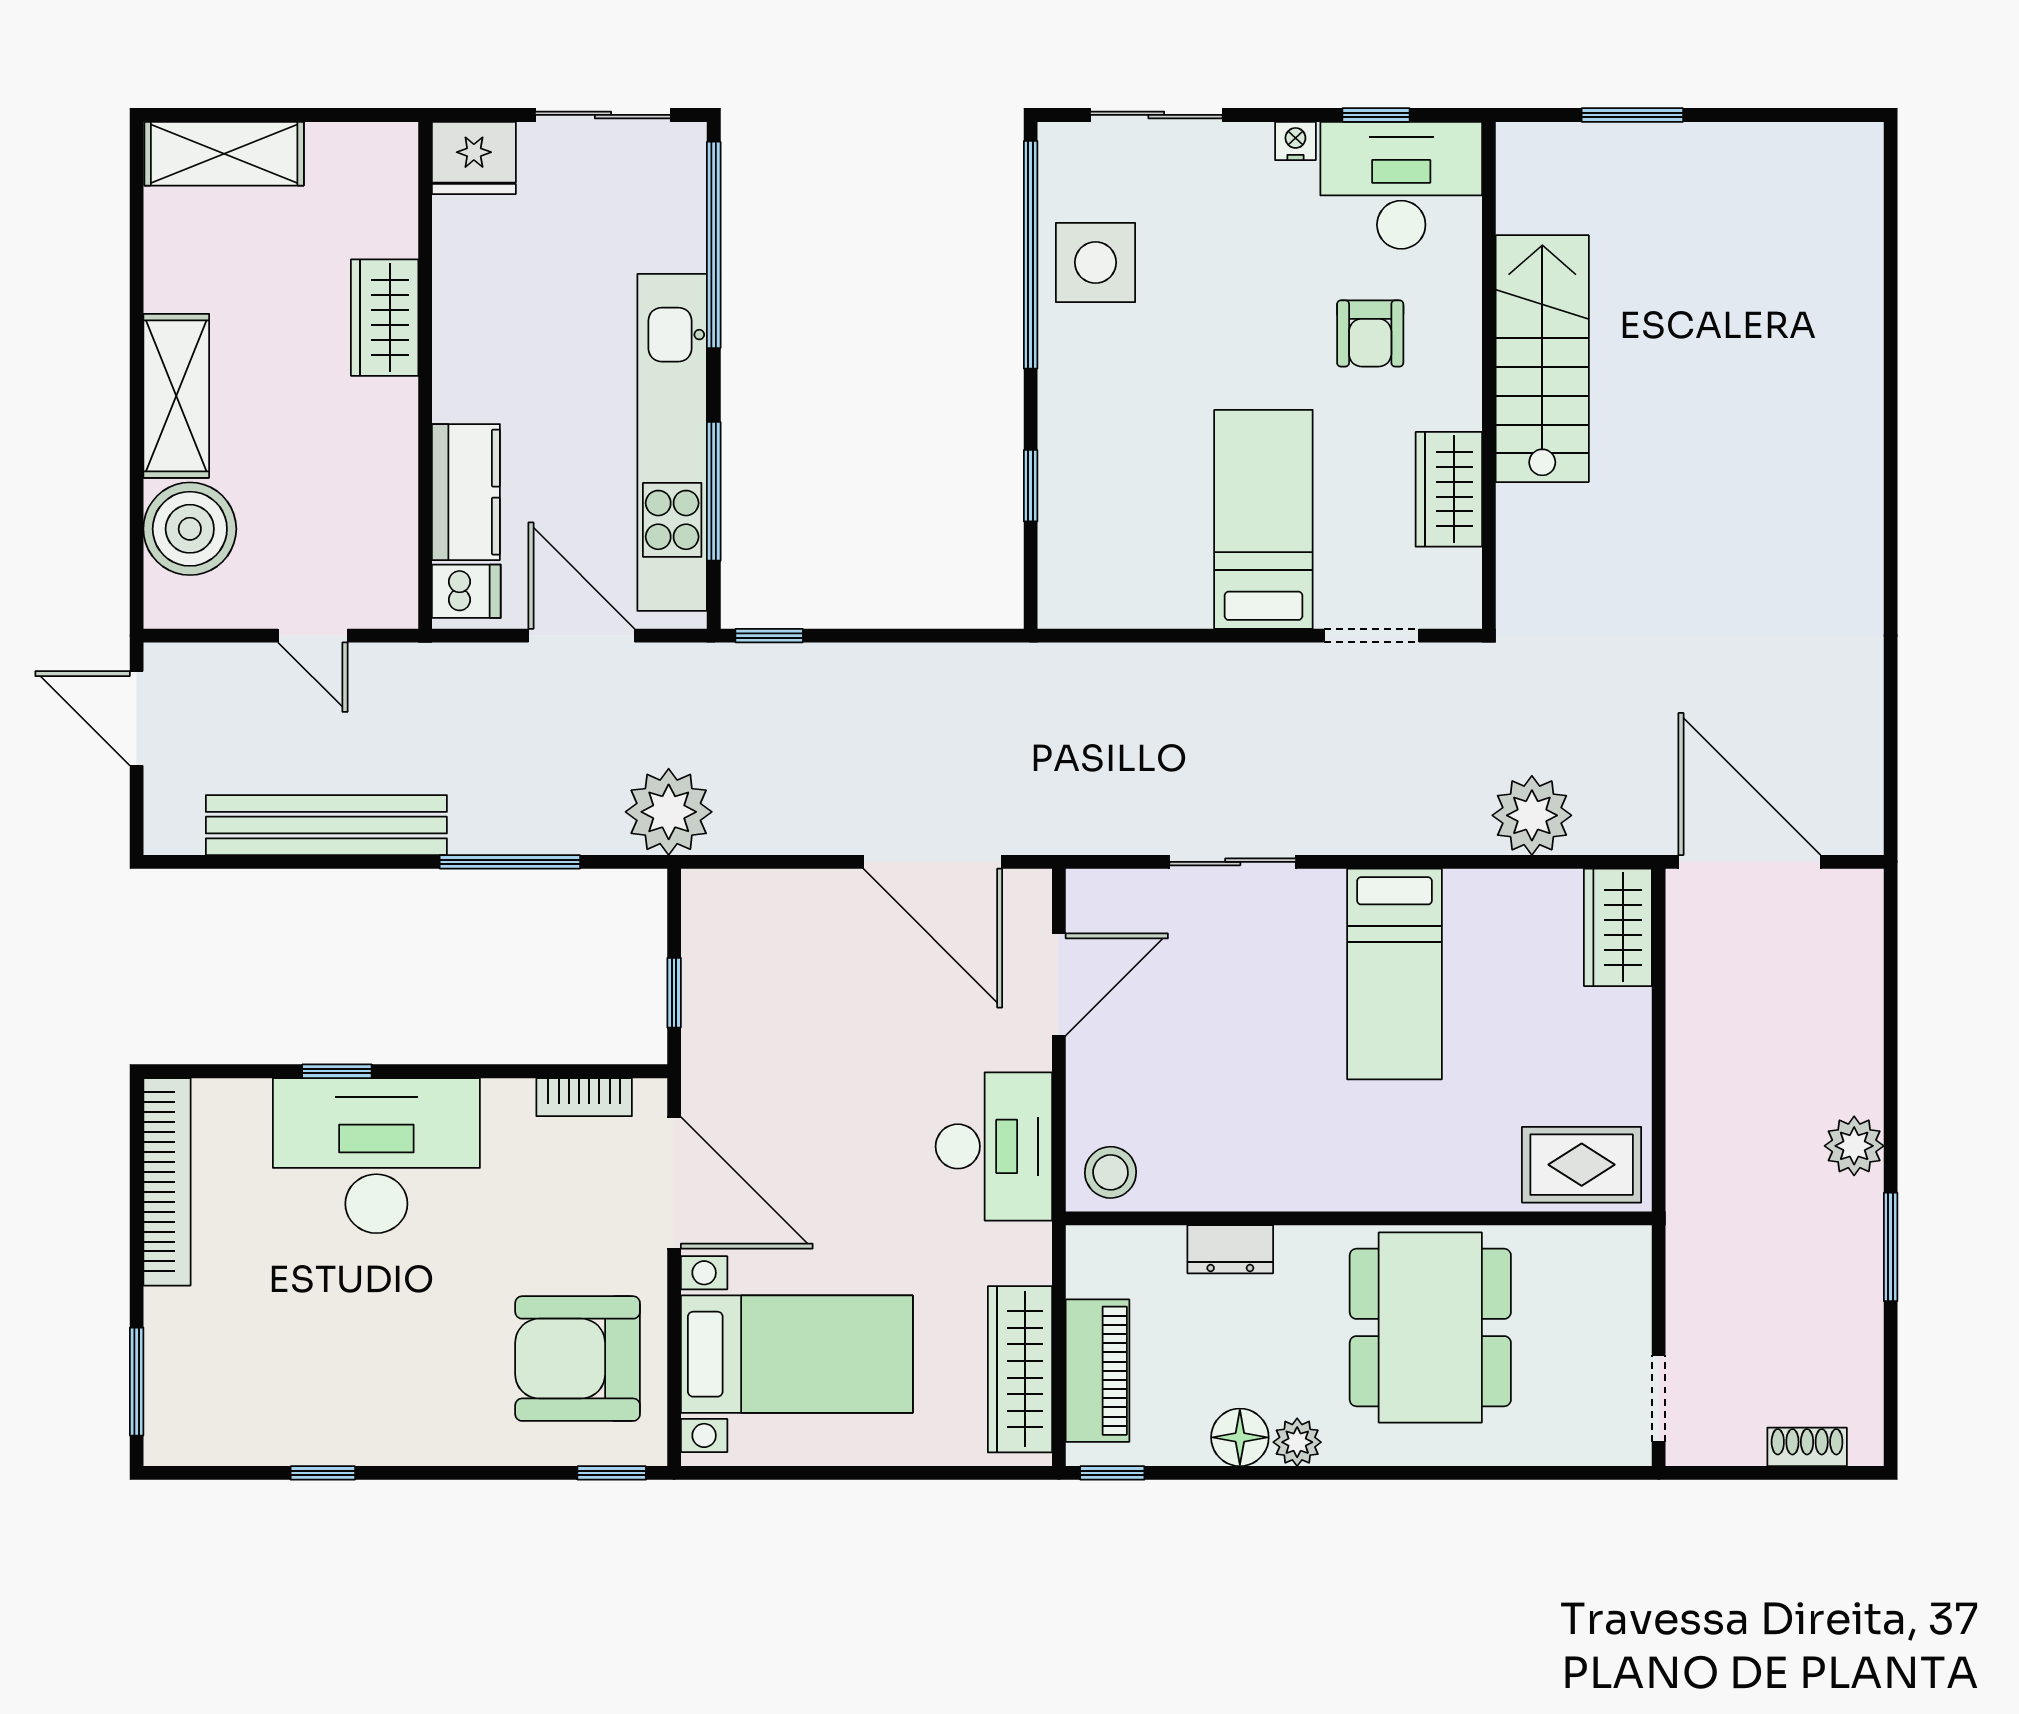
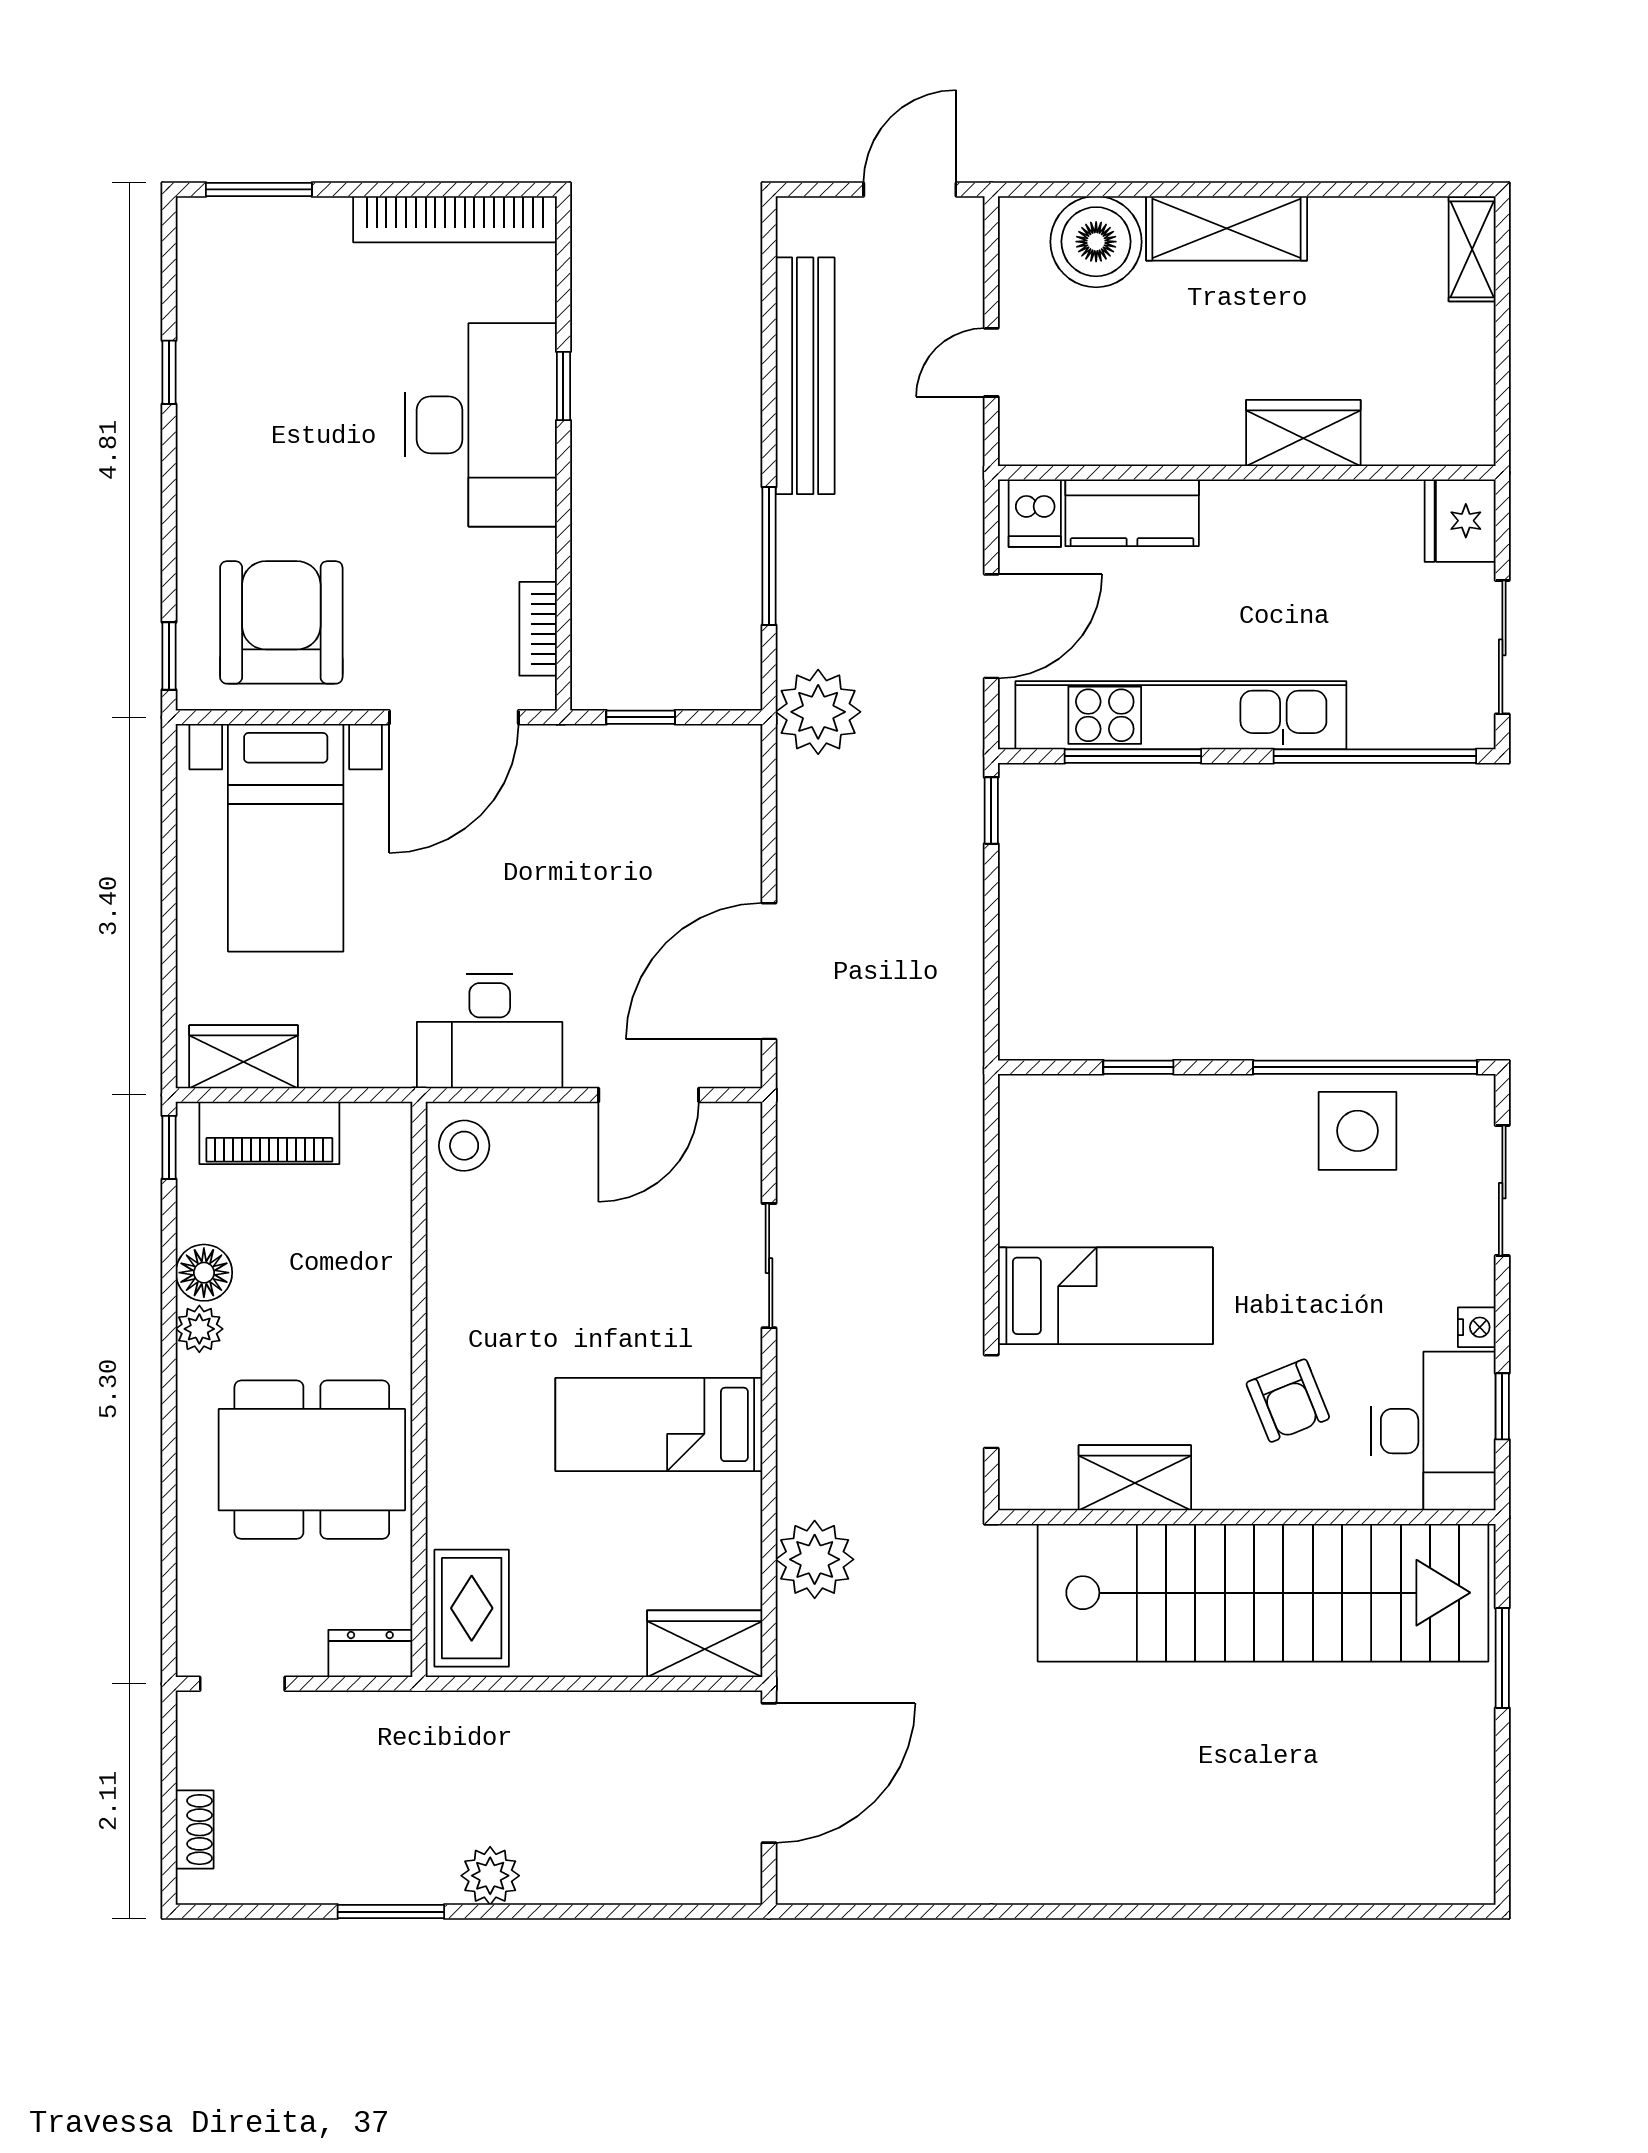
shelving: (224, 154) -> (1472, 249), width x0.67, depth x0.75
armchair: (1370, 333) -> (1288, 1401), turned -112
stairs: (1542, 359) -> (1263, 1593), width x1.86, depth x1.51
door: (1059, 984) -> (649, 1095), hinge flipped
dresser: (1230, 1249) -> (370, 1653), moved, turned 90
wardrobe: (1020, 1369) -> (244, 1057), width x0.67

